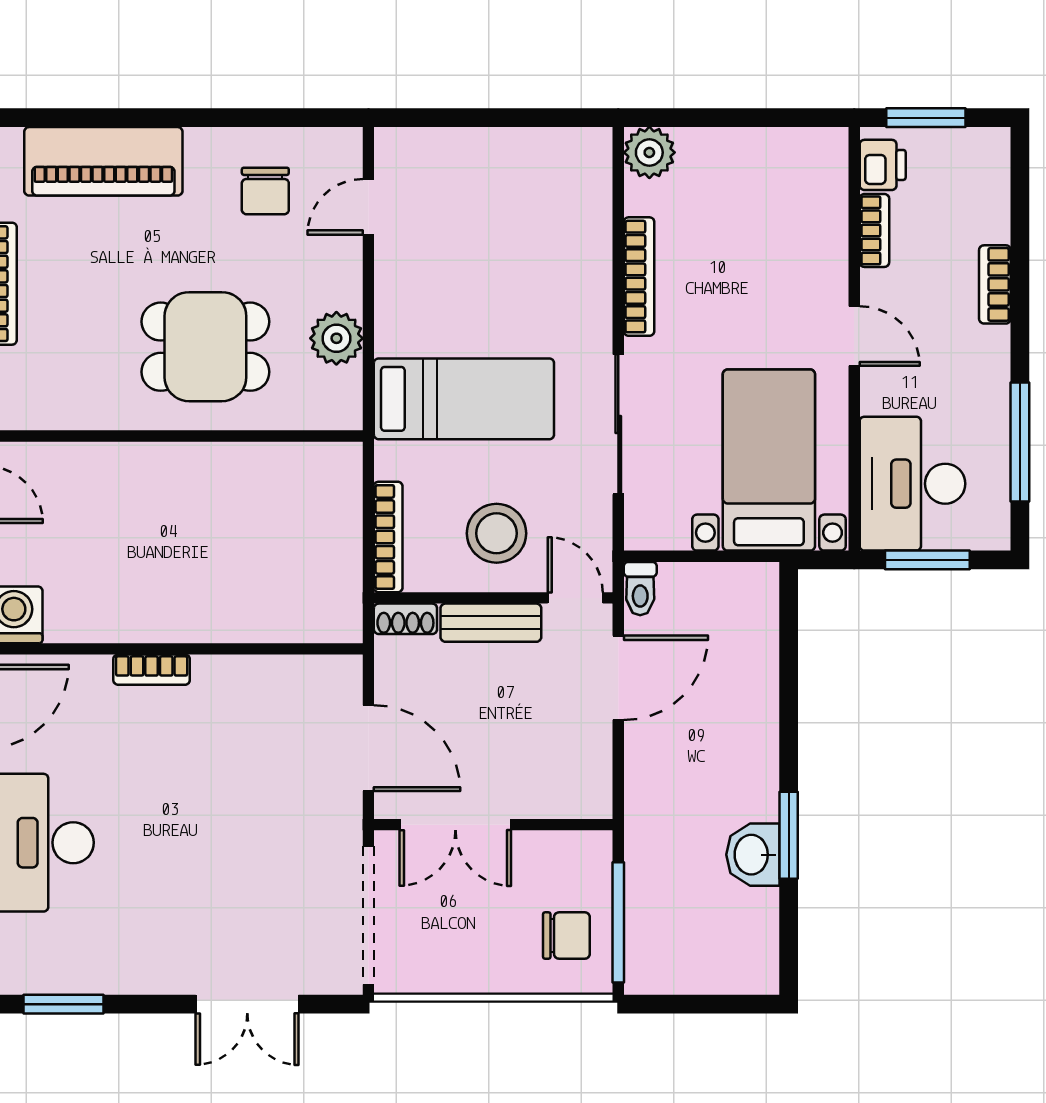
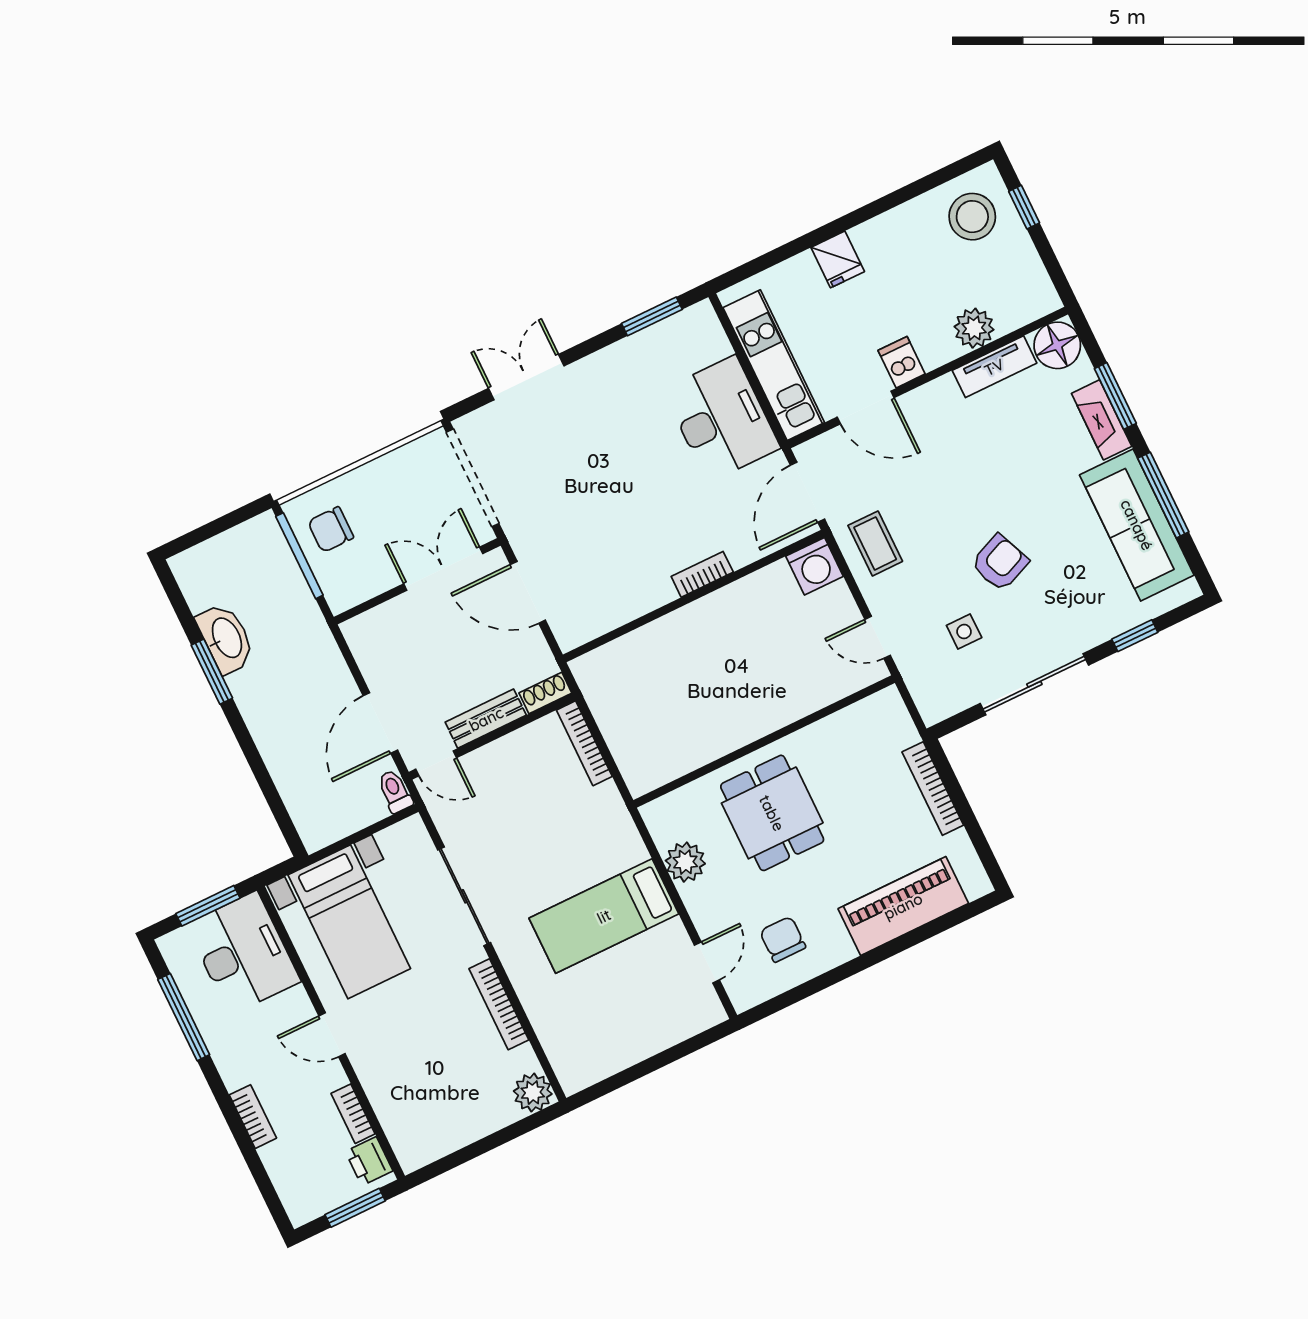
dining table: (205, 347) -> (772, 813), turned 90
bed: (464, 399) -> (604, 916), moved
stool: (497, 533) -> (511, 782), removed
washbasin: (753, 855) -> (226, 638), width x1.38

